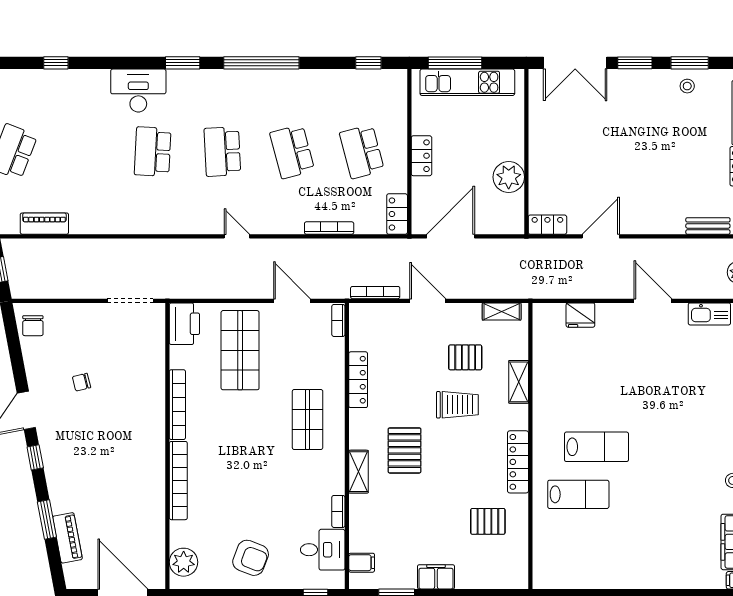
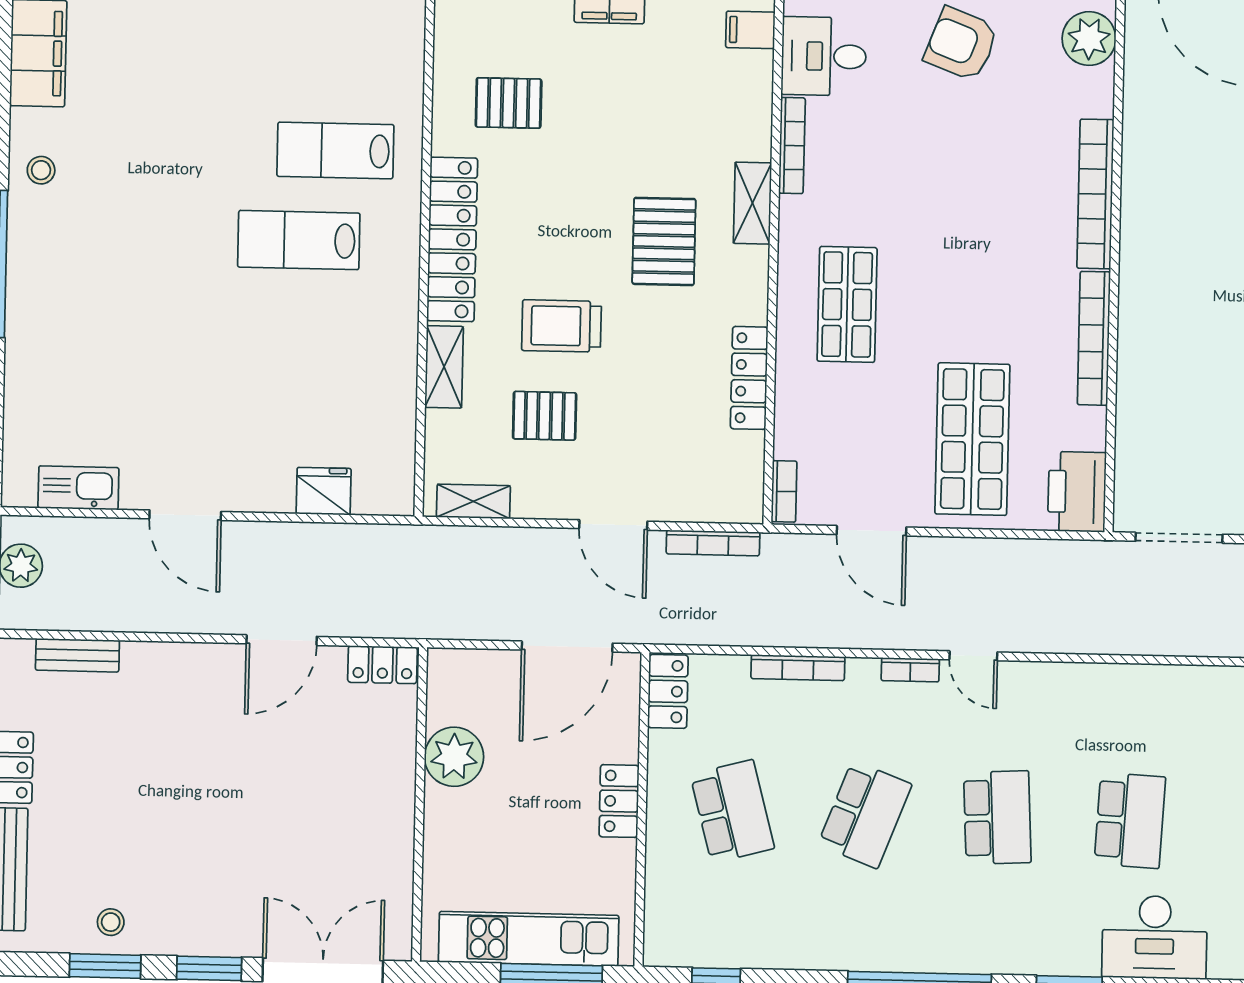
school desk: (292, 152) -> (865, 814), turned 36
bookcase: (270, 228) -> (910, 670), added
locker: (518, 462) -> (452, 239), width x1.41, depth x1.21
bookcase: (338, 511) -> (792, 146), width x1.56

